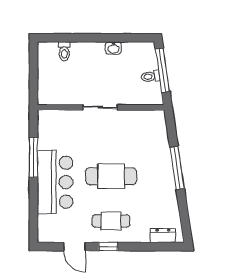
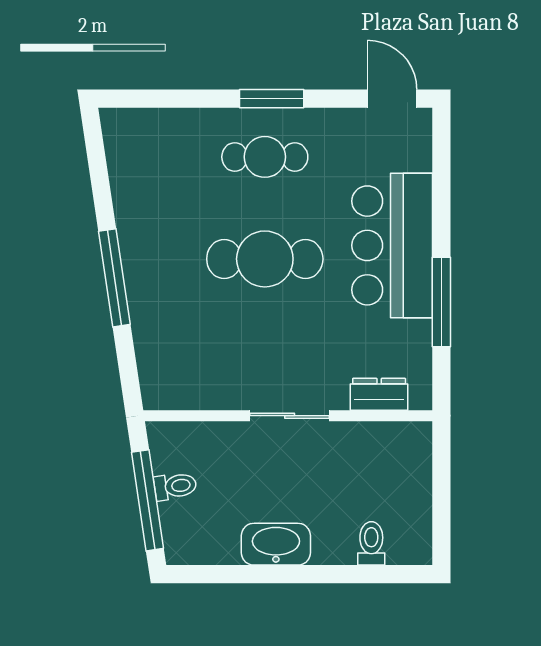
washbasin: (113, 48) -> (276, 544), width x1.91, depth x1.45
dresser: (163, 236) -> (379, 394), moved, turned 180
door: (75, 247) -> (392, 99), moved
window: (108, 247) -> (272, 99), width x1.50

